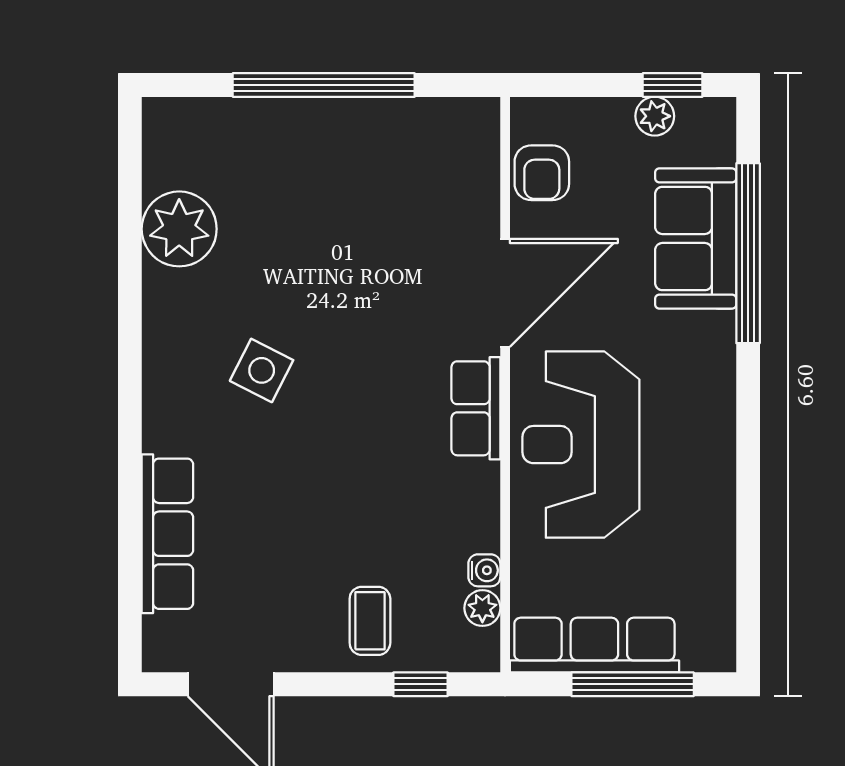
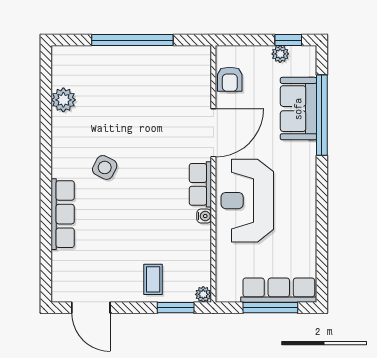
plant: (179, 229) -> (63, 100), width x0.73, depth x0.73
row of seats: (167, 534) -> (63, 214), moved
water cooler: (484, 570) -> (204, 216), moved
plant: (482, 608) -> (203, 294), moved
row of seats: (594, 645) -> (279, 290), moved
window: (420, 684) -> (176, 308), width x1.50

